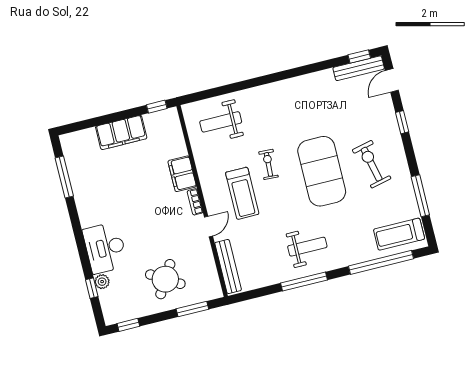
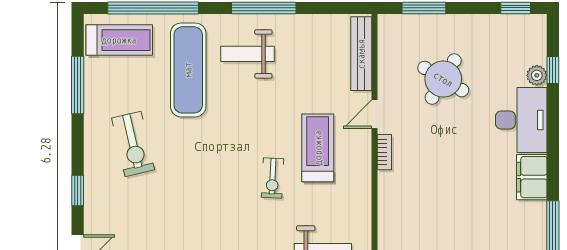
exercise mat: (322, 171) -> (188, 70), moved, width x0.68
filing cabinet: (182, 174) -> (532, 177), moved, turned 180
round table: (165, 279) -> (443, 79), moved

